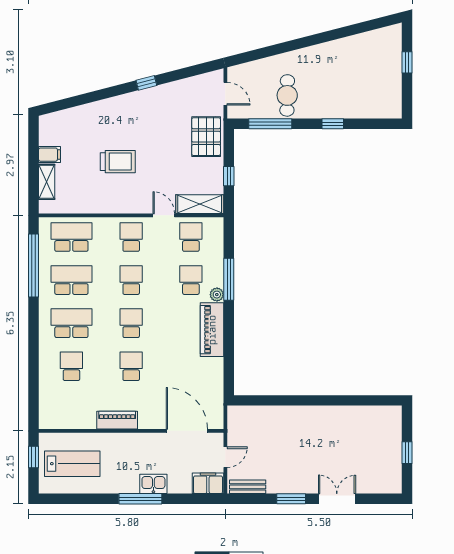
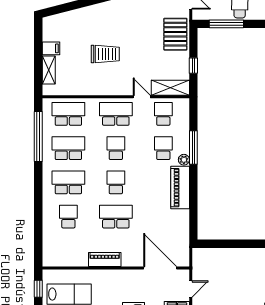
school desk: (131, 237) -> (116, 114), width x1.85
school desk: (131, 366) -> (116, 217), width x1.85

